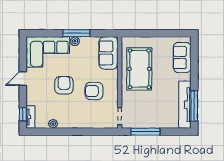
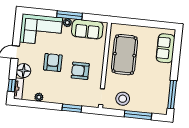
sofa: (108, 53) -> (87, 29), moved, turned -90
floor lamp: (34, 97) -> (24, 71), added
tv unit: (185, 105) -> (163, 92), removed
stool: (142, 116) -> (123, 99), added
window: (89, 132) -> (72, 108), added
window: (145, 132) -> (138, 115), moved

